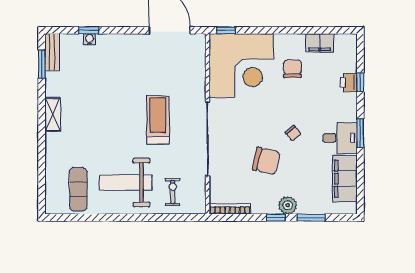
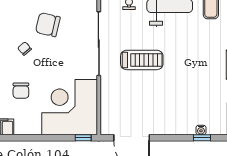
chair: (292, 69) -> (21, 91), moved
treadmill: (158, 120) -> (142, 60), turned -90

